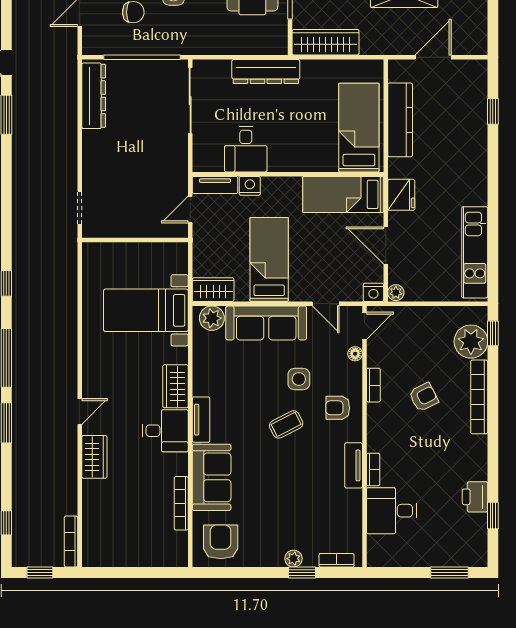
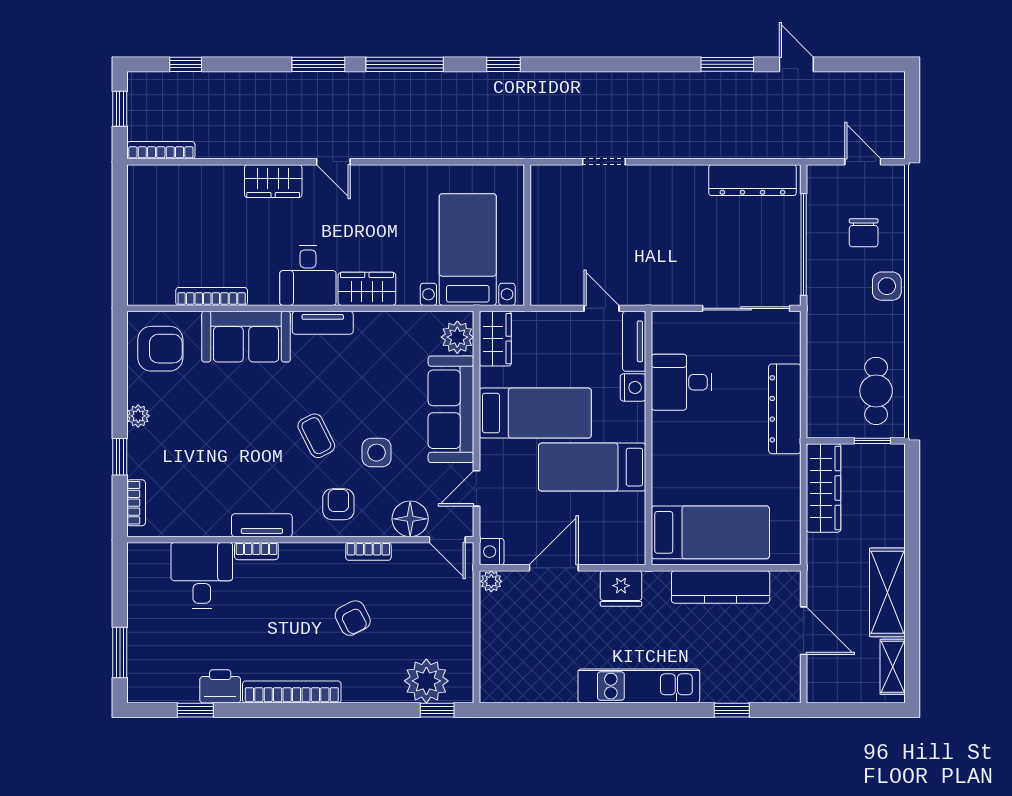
bed: (343, 194) -> (592, 467), moved, turned -90
wall: (135, 240) -> (527, 235), moved
kitchen unit: (475, 252) -> (639, 686), moved
floor lamp: (355, 354) -> (410, 519), width x1.89, depth x1.89
bookcase: (479, 397) -> (292, 692), moved
plant: (293, 559) -> (138, 416), moved

